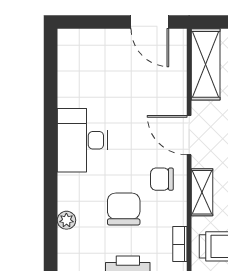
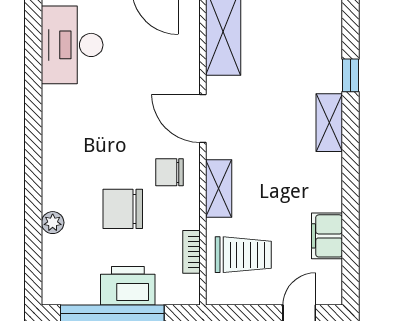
desk: (82, 140) -> (72, 45), moved
chair: (124, 209) -> (123, 209), turned -90

